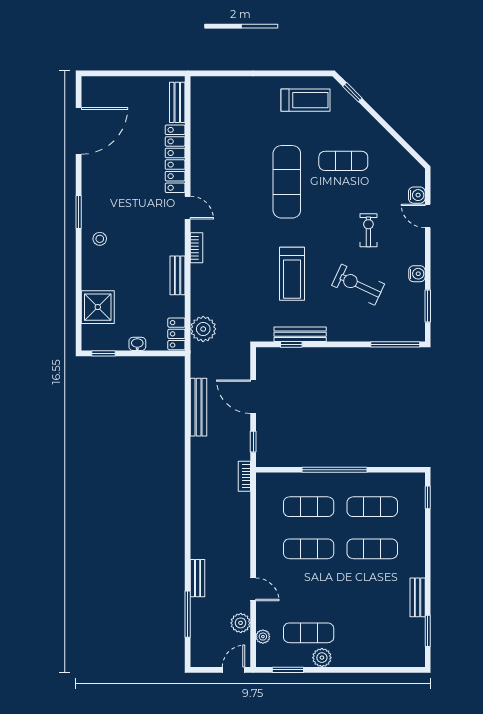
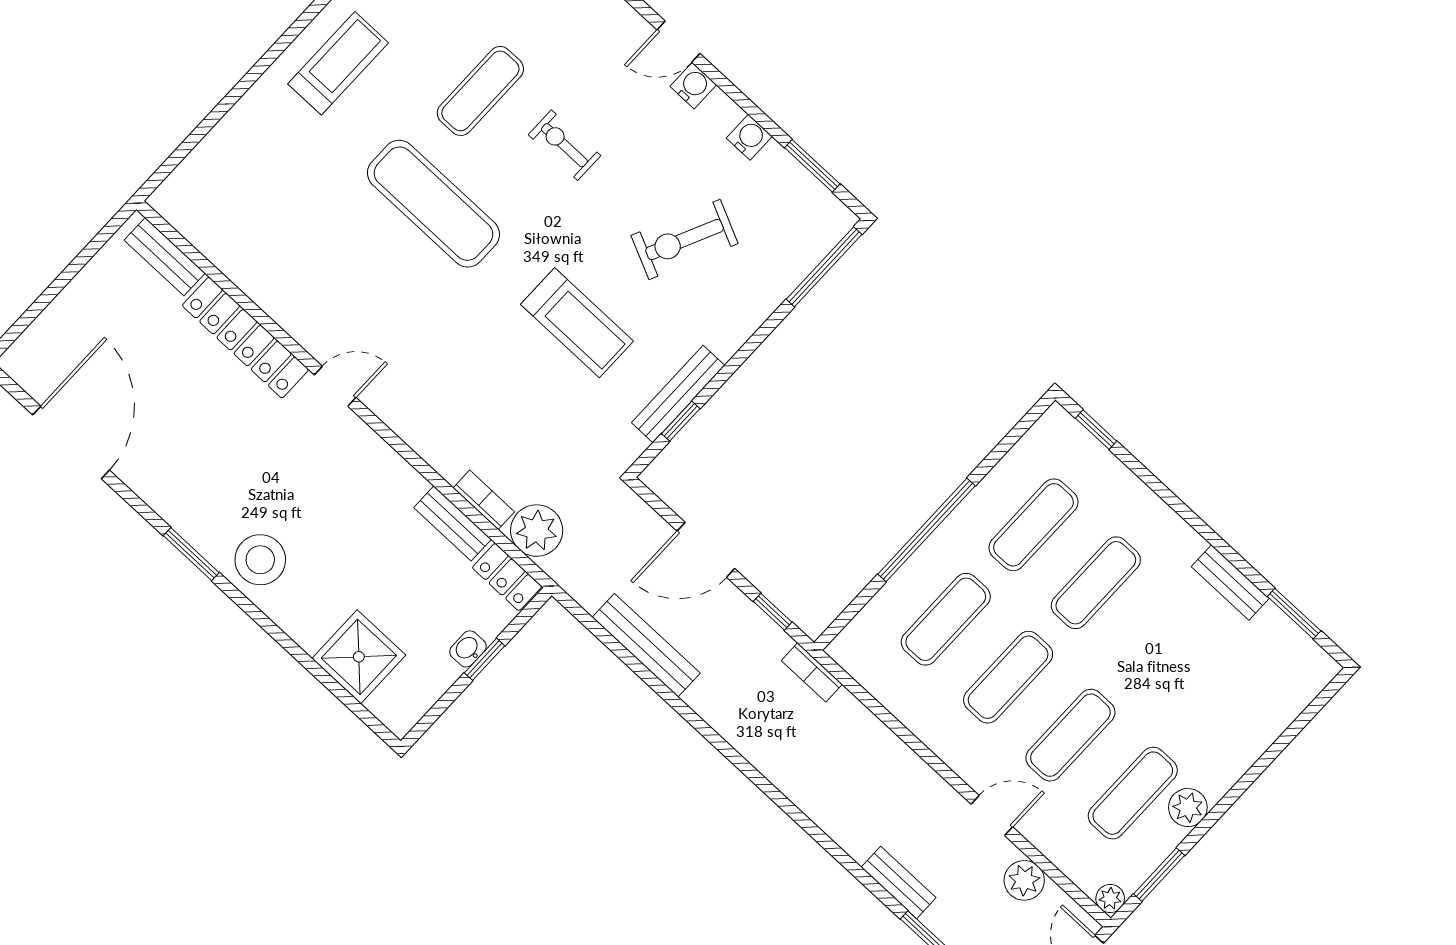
water cooler: (417, 195) -> (693, 86), moved
exercise bike: (368, 230) -> (564, 145), moved
stool: (100, 239) -> (260, 560), width x1.89, depth x1.89
bookcase: (196, 248) -> (484, 500), moved
bench: (178, 275) -> (453, 523), moved
window: (104, 353) -> (485, 659), moved
exercise mat: (309, 591) -> (1070, 735), added
plant: (263, 637) -> (1110, 898), moved

